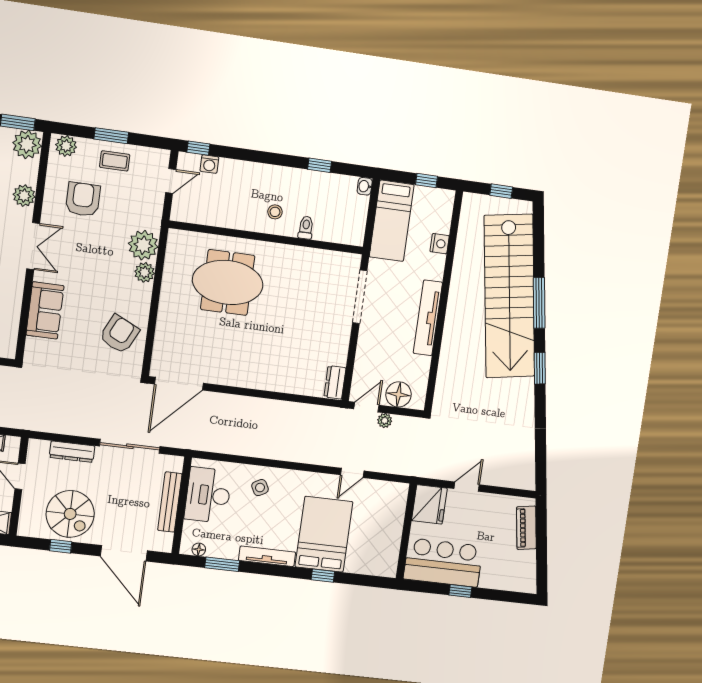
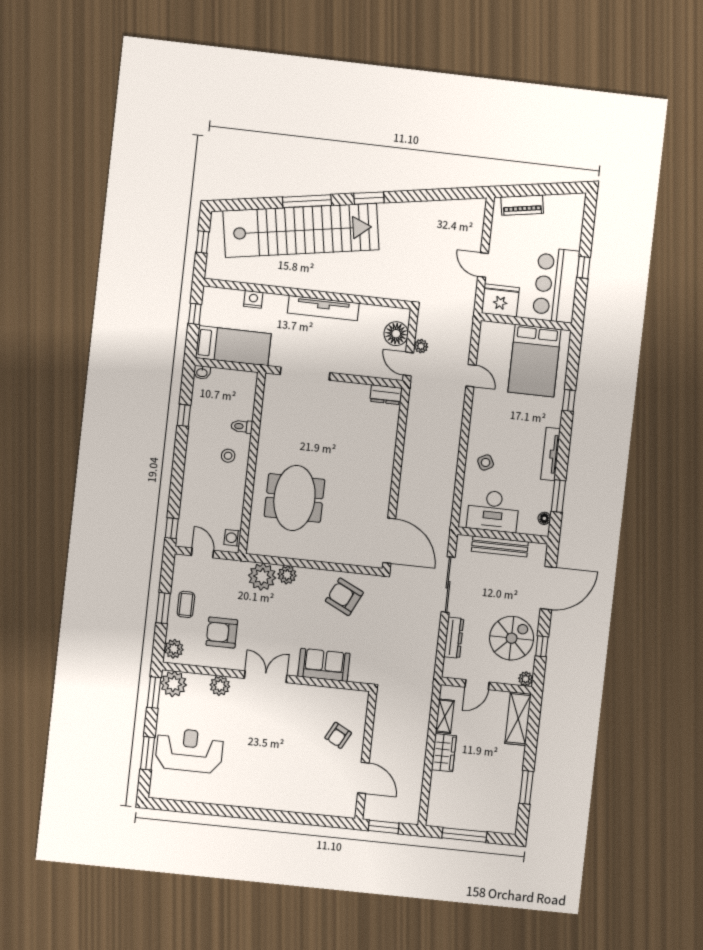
washing machine: (209, 164) -> (232, 538), moved, turned 180
plant: (25, 529) -> (526, 679), added
bed: (324, 534) -> (534, 361), moved, turned -90

